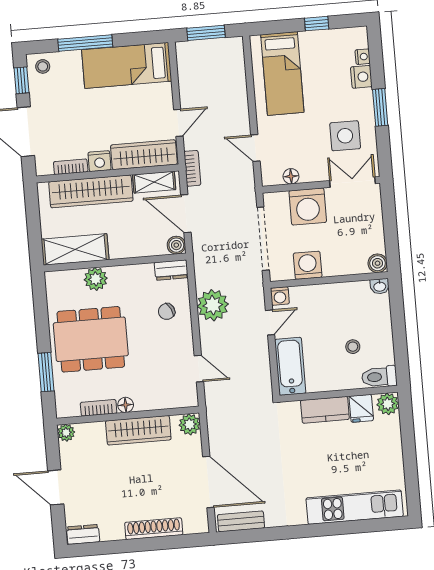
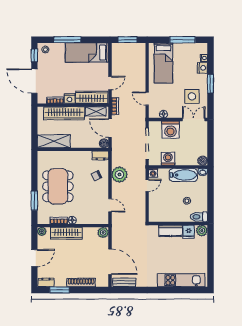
window: (317, 24) -> (182, 40), width x2.17
plant: (96, 279) -> (63, 157), removed
dining table: (91, 339) -> (58, 186), turned 90
bathtub: (290, 366) -> (183, 175), moved, turned 90
wardrobe: (138, 430) -> (66, 233), moved
door: (56, 487) -> (34, 258), swing flipped
window: (112, 547) -> (60, 290), added

